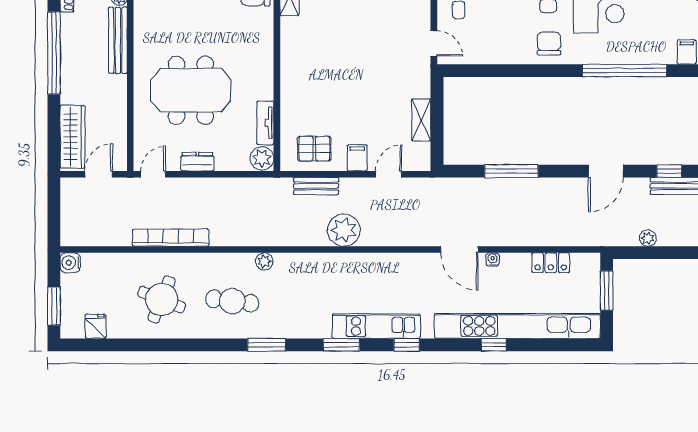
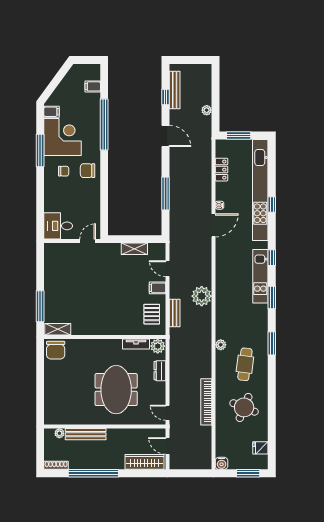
dresser: (197, 162) -> (160, 371), moved

